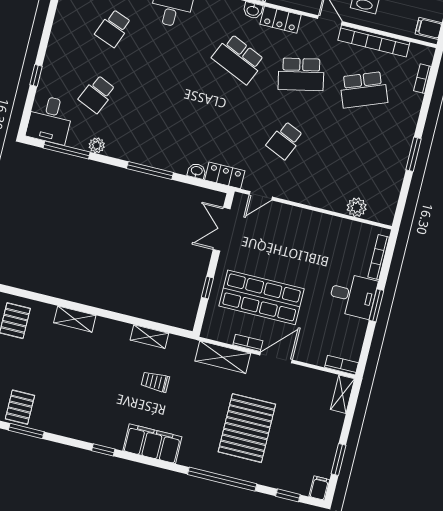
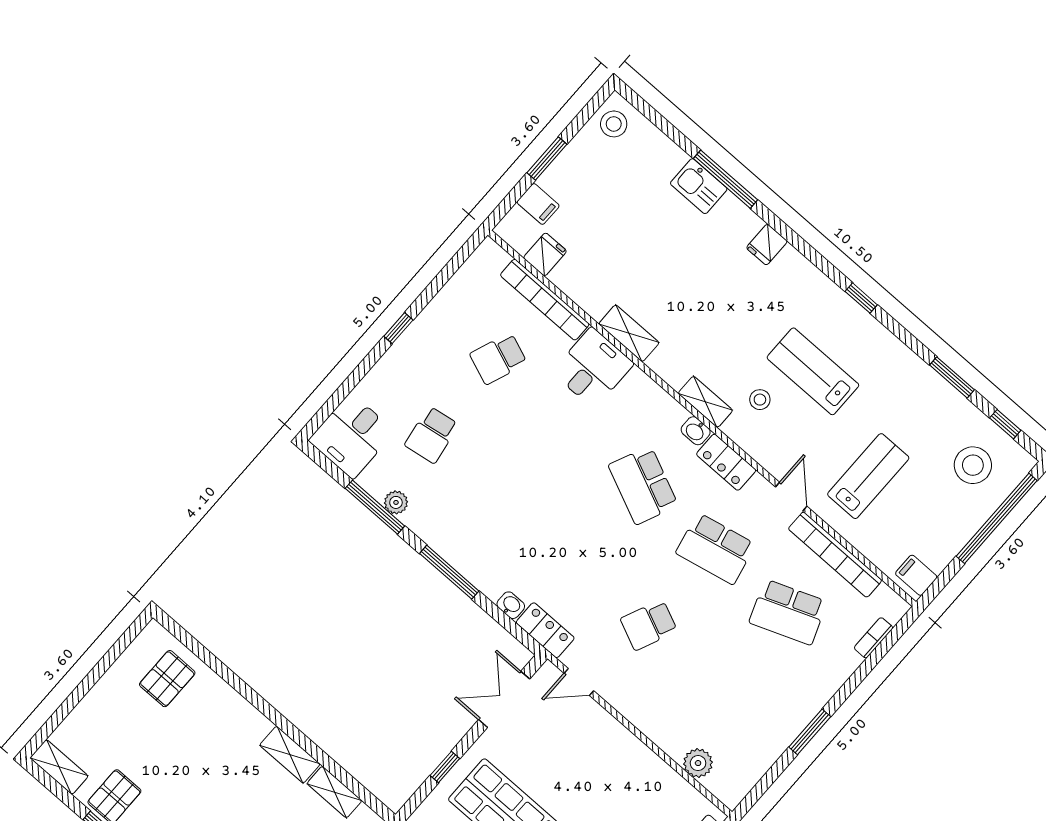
window: (36, 75) -> (398, 328), moved
school desk: (97, 94) -> (432, 435), turned -33
window: (67, 150) -> (375, 507), moved
shelving: (75, 319) -> (290, 755), moved

